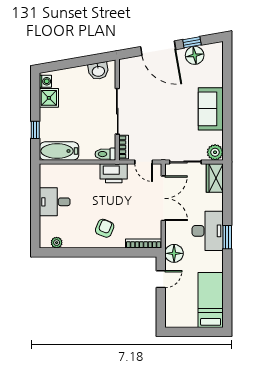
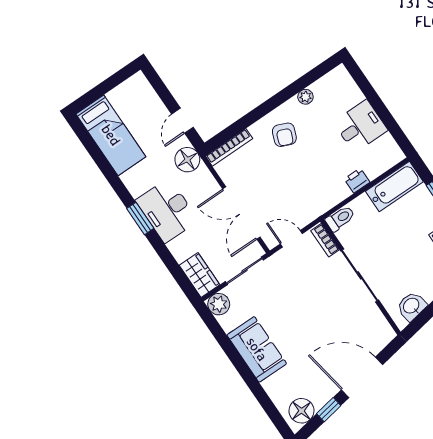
floor lamp: (195, 55) -> (302, 411), moved
printer: (114, 173) -> (357, 180), moved, width x0.53, depth x0.68
plant: (57, 243) -> (305, 97), moved

